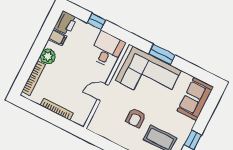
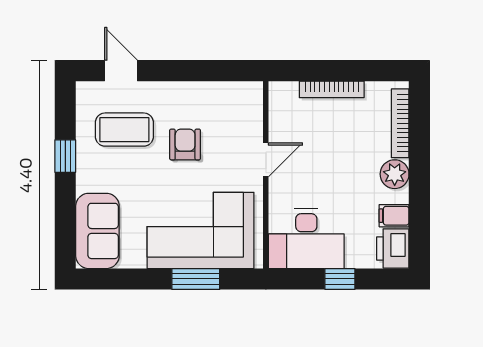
desk: (107, 50) -> (306, 239), width x1.37

